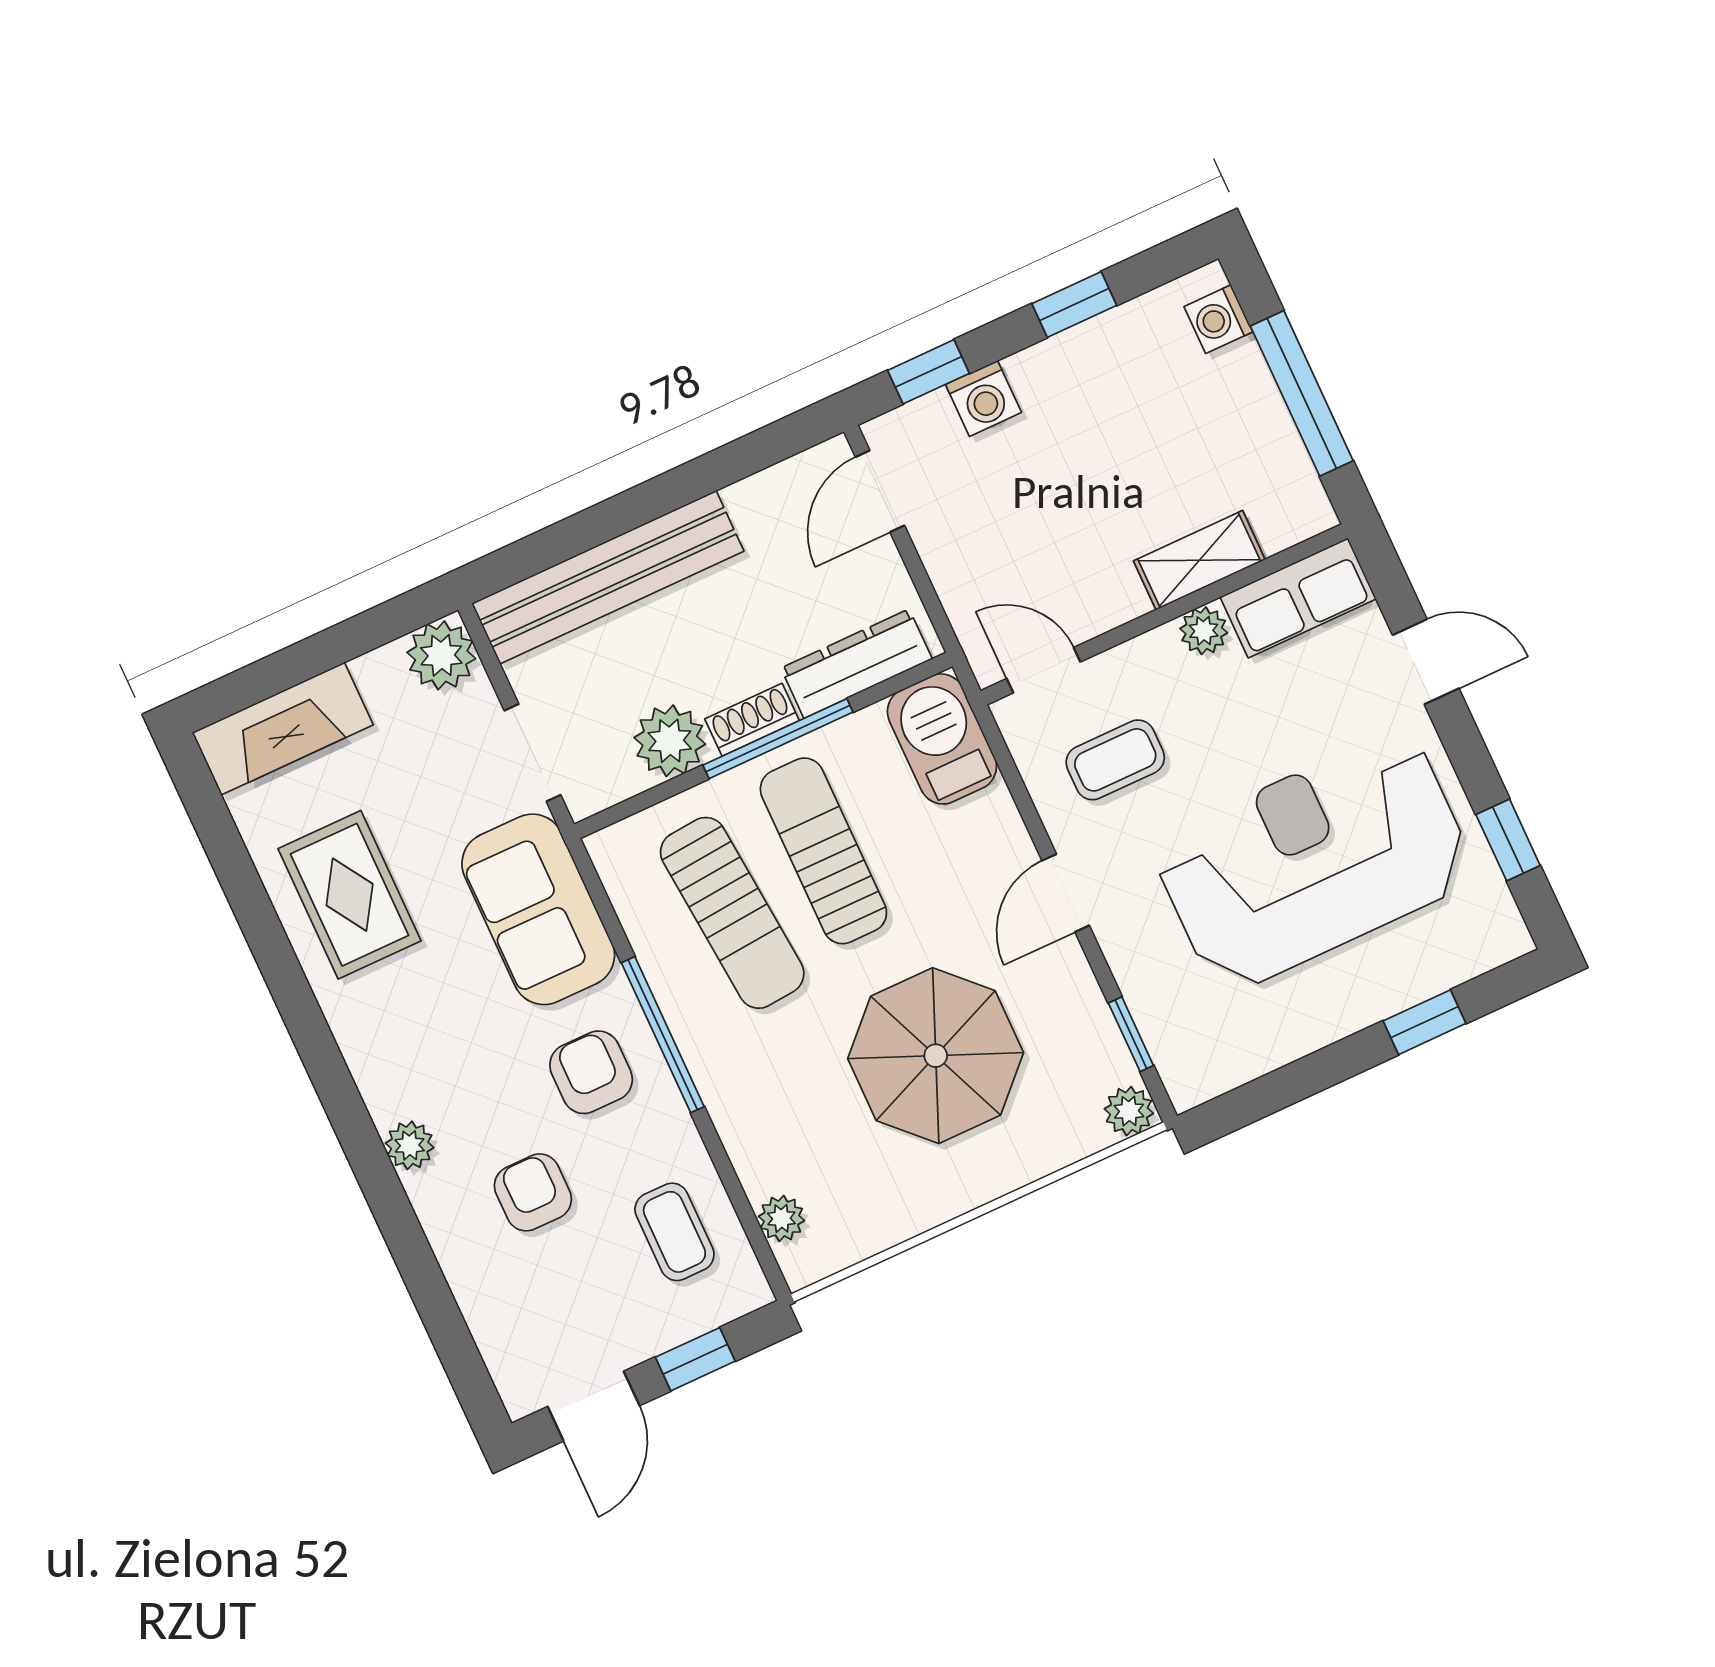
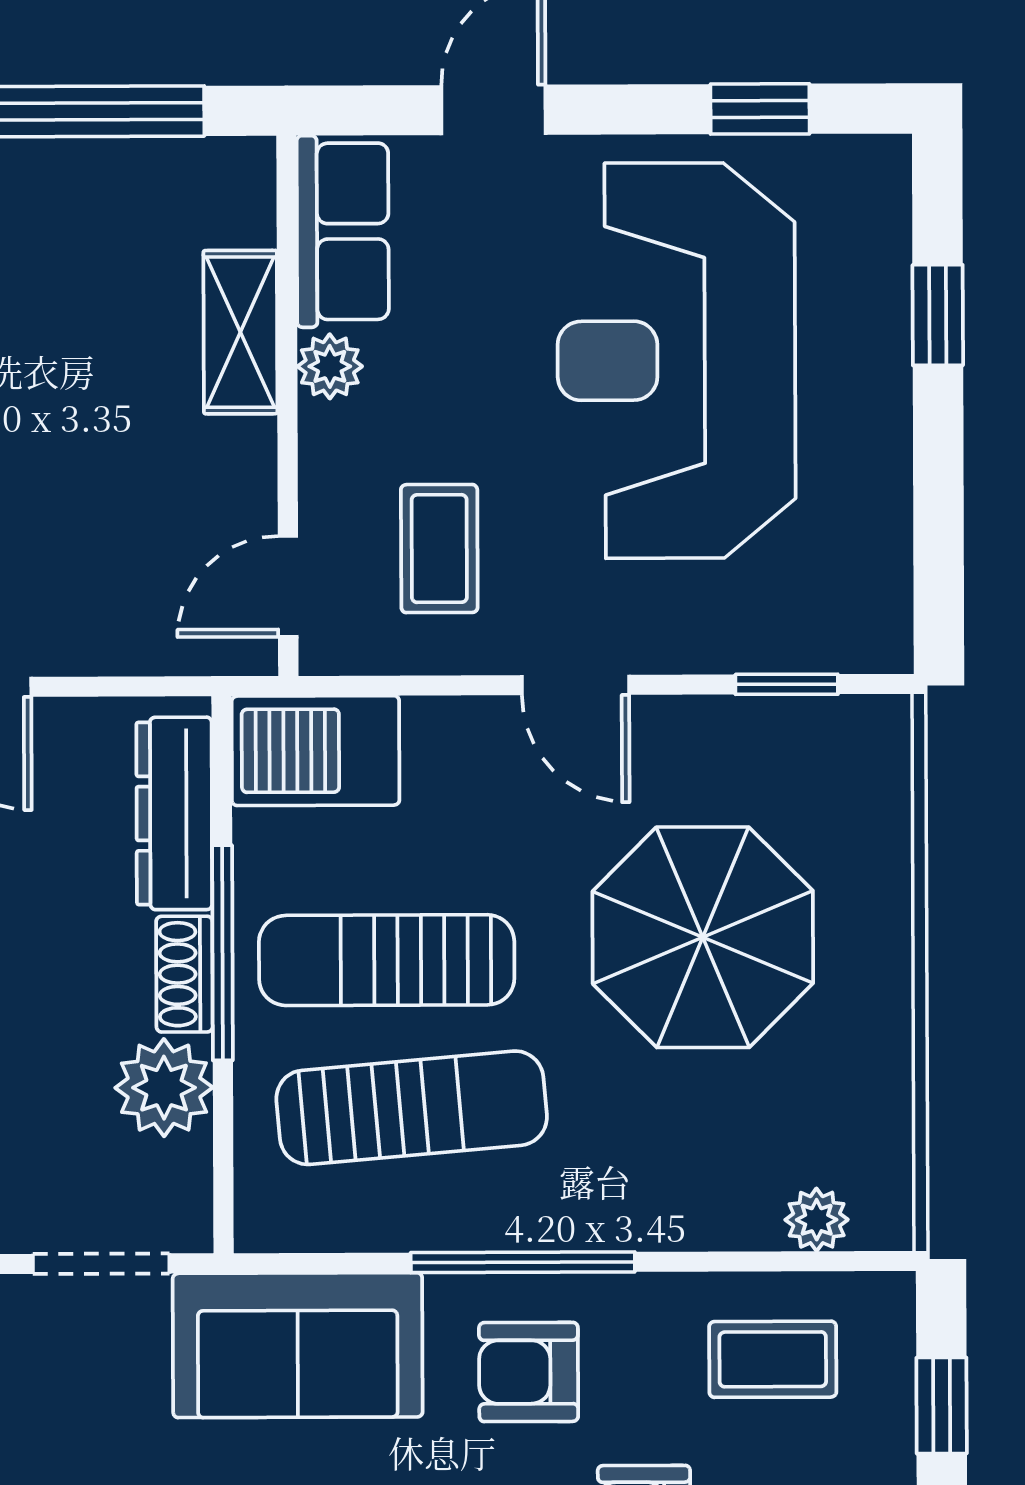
plant: (1129, 1111) -> (880, 730), removed

